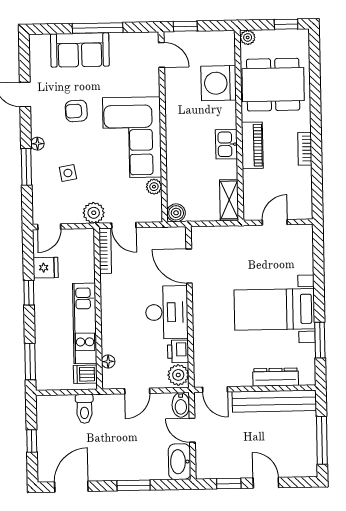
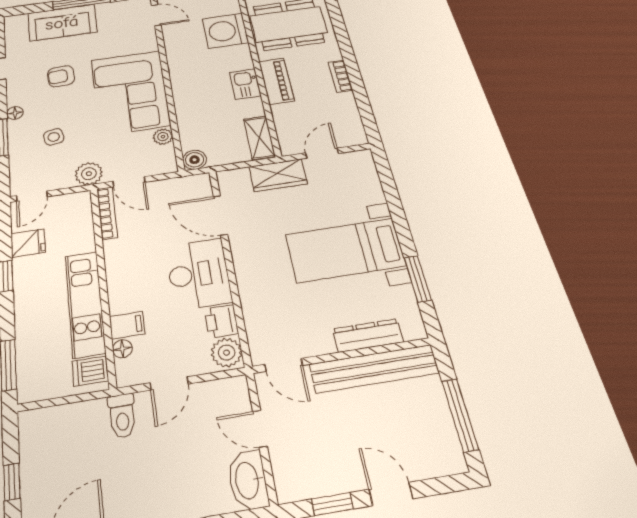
wardrobe: (238, 237) -> (278, 175), added
filing cabinet: (113, 344) -> (127, 325), added
bidet: (181, 405) -> (237, 394), removed
toilet: (84, 409) -> (122, 416), moved

